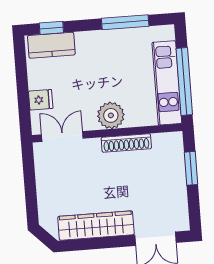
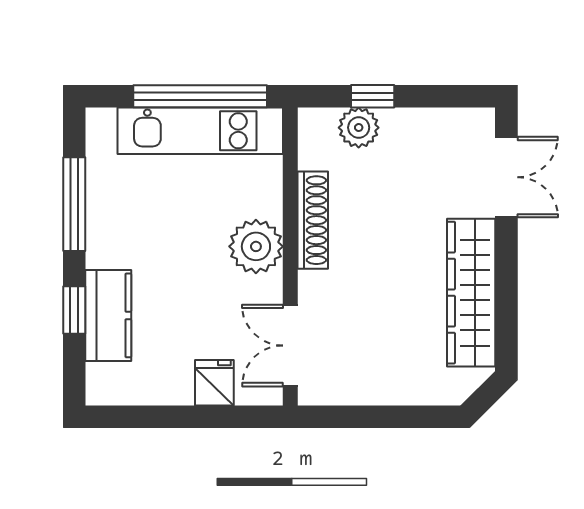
window: (51, 28) -> (74, 310), moved
kitchen counter: (51, 45) -> (108, 315), moved
plant: (175, 163) -> (359, 128), added
window: (191, 168) -> (373, 96), width x0.67

